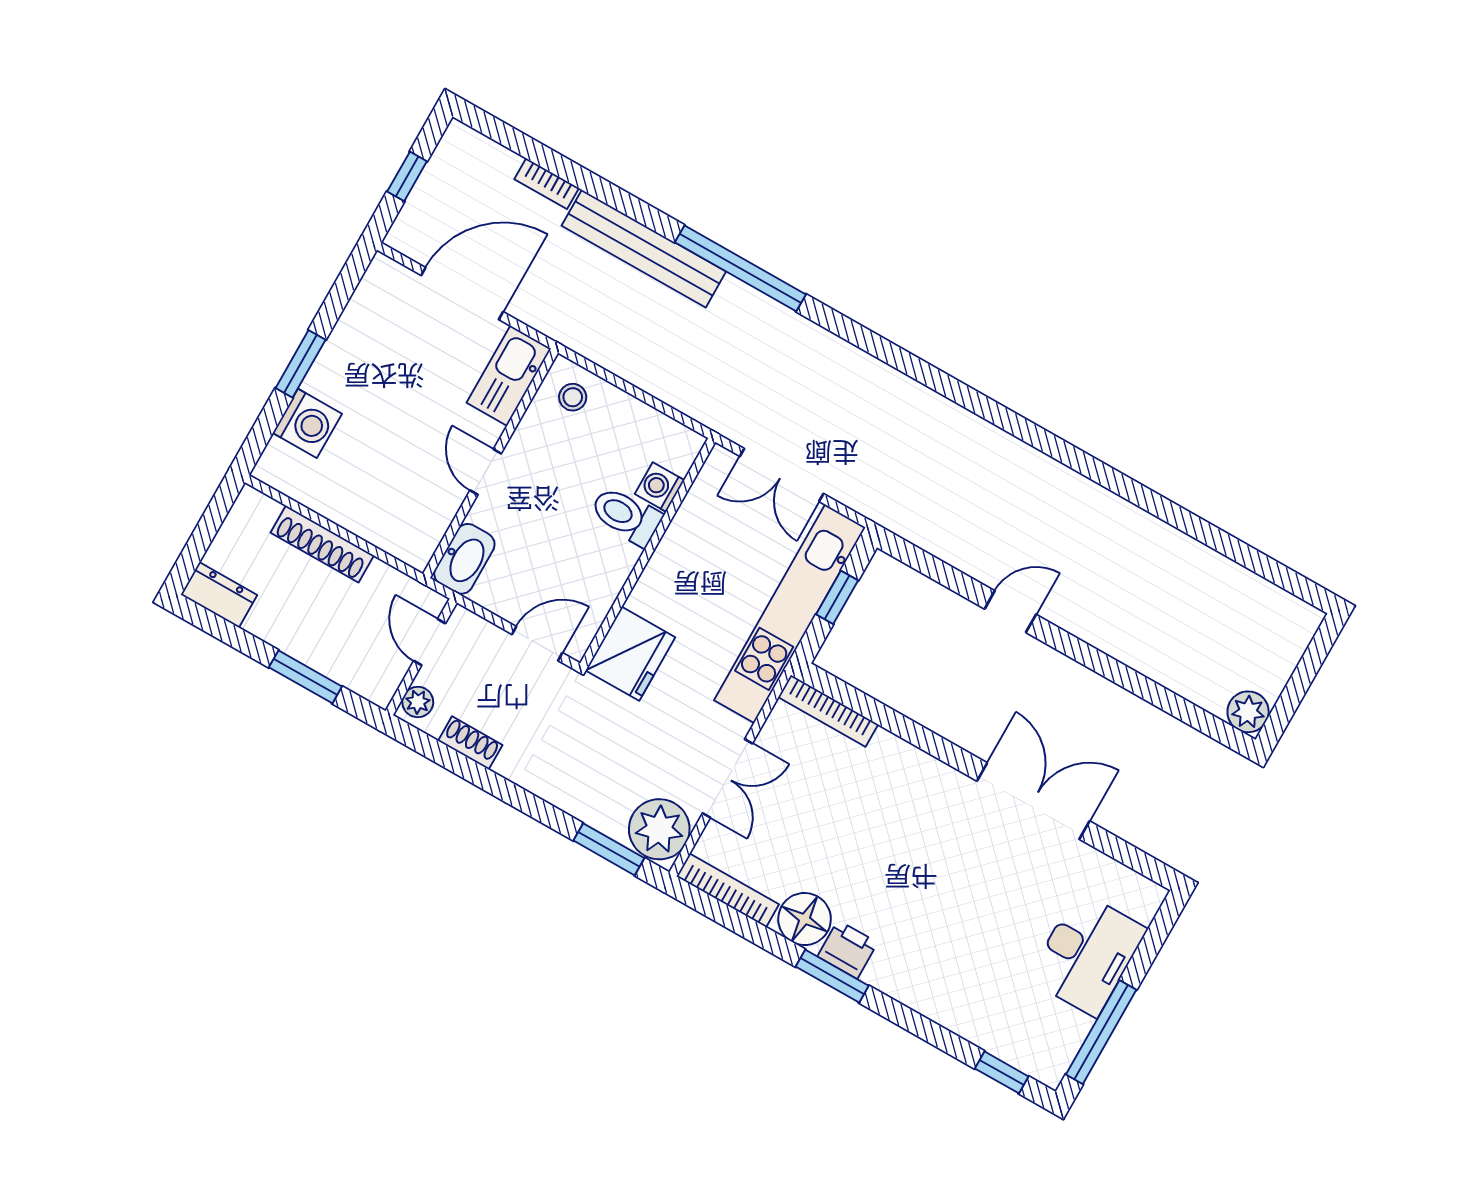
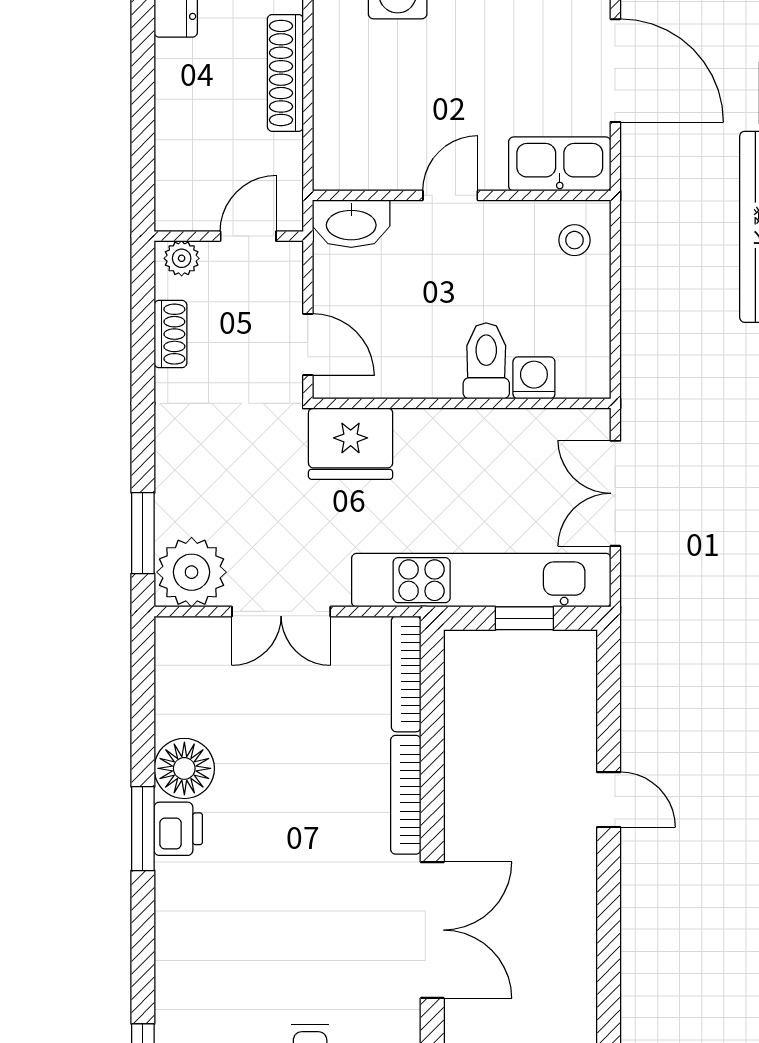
window: (305, 677) -> (143, 132), removed
bookcase: (728, 890) -> (406, 795), moved, turned 180

